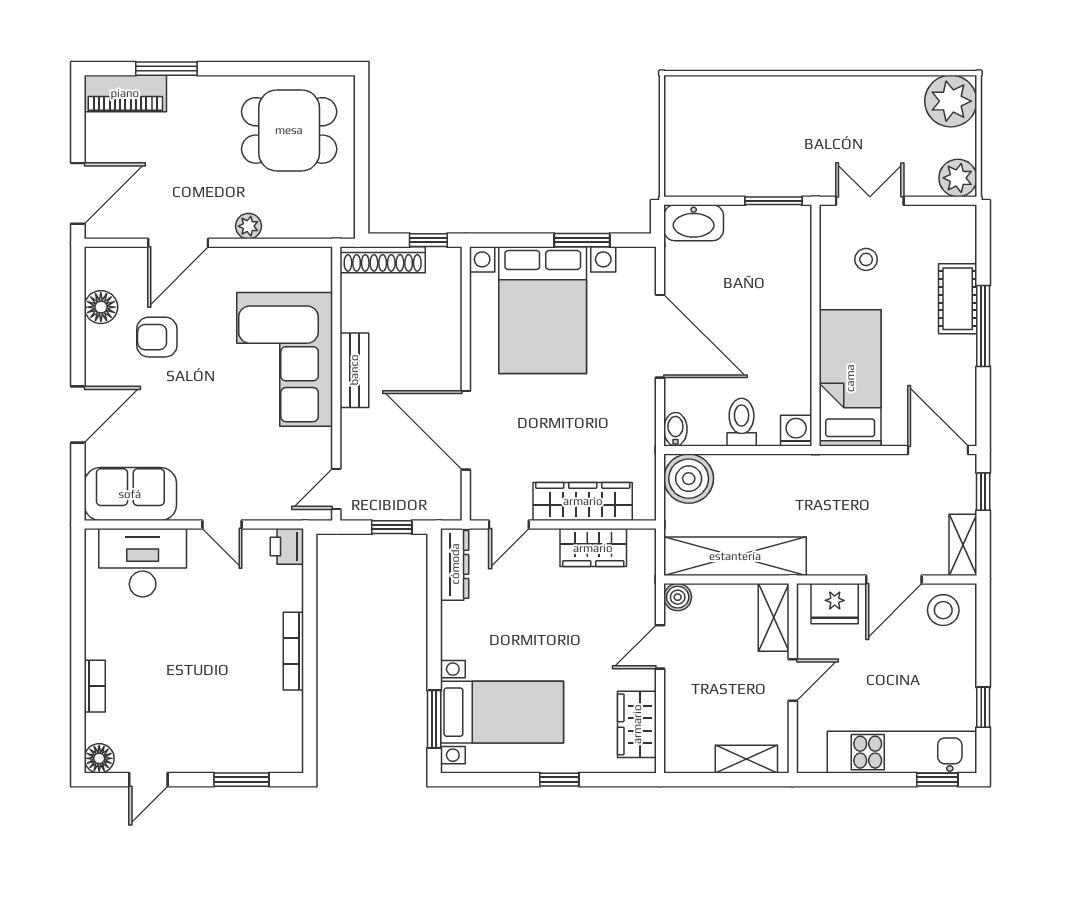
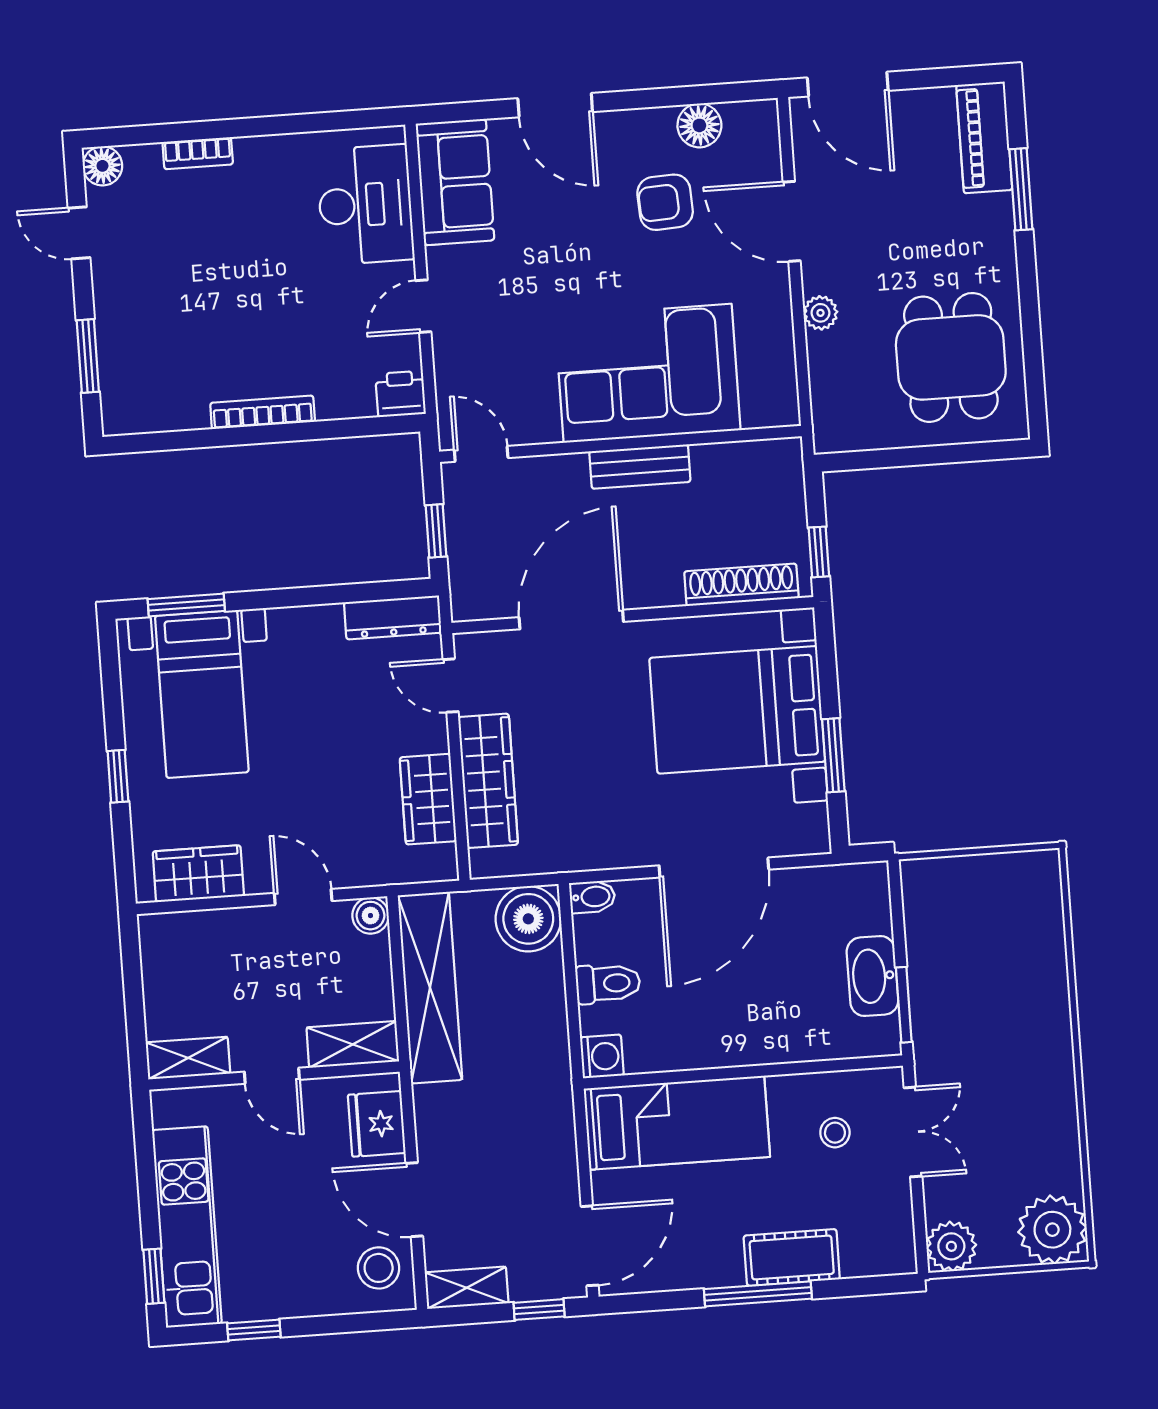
washbasin: (694, 223) -> (872, 976), moved
shoe rack: (383, 260) -> (741, 585), moved, turned 90
armchair: (157, 337) -> (665, 202), turned -93
shelving: (746, 759) -> (188, 1058), moved, turned 90

